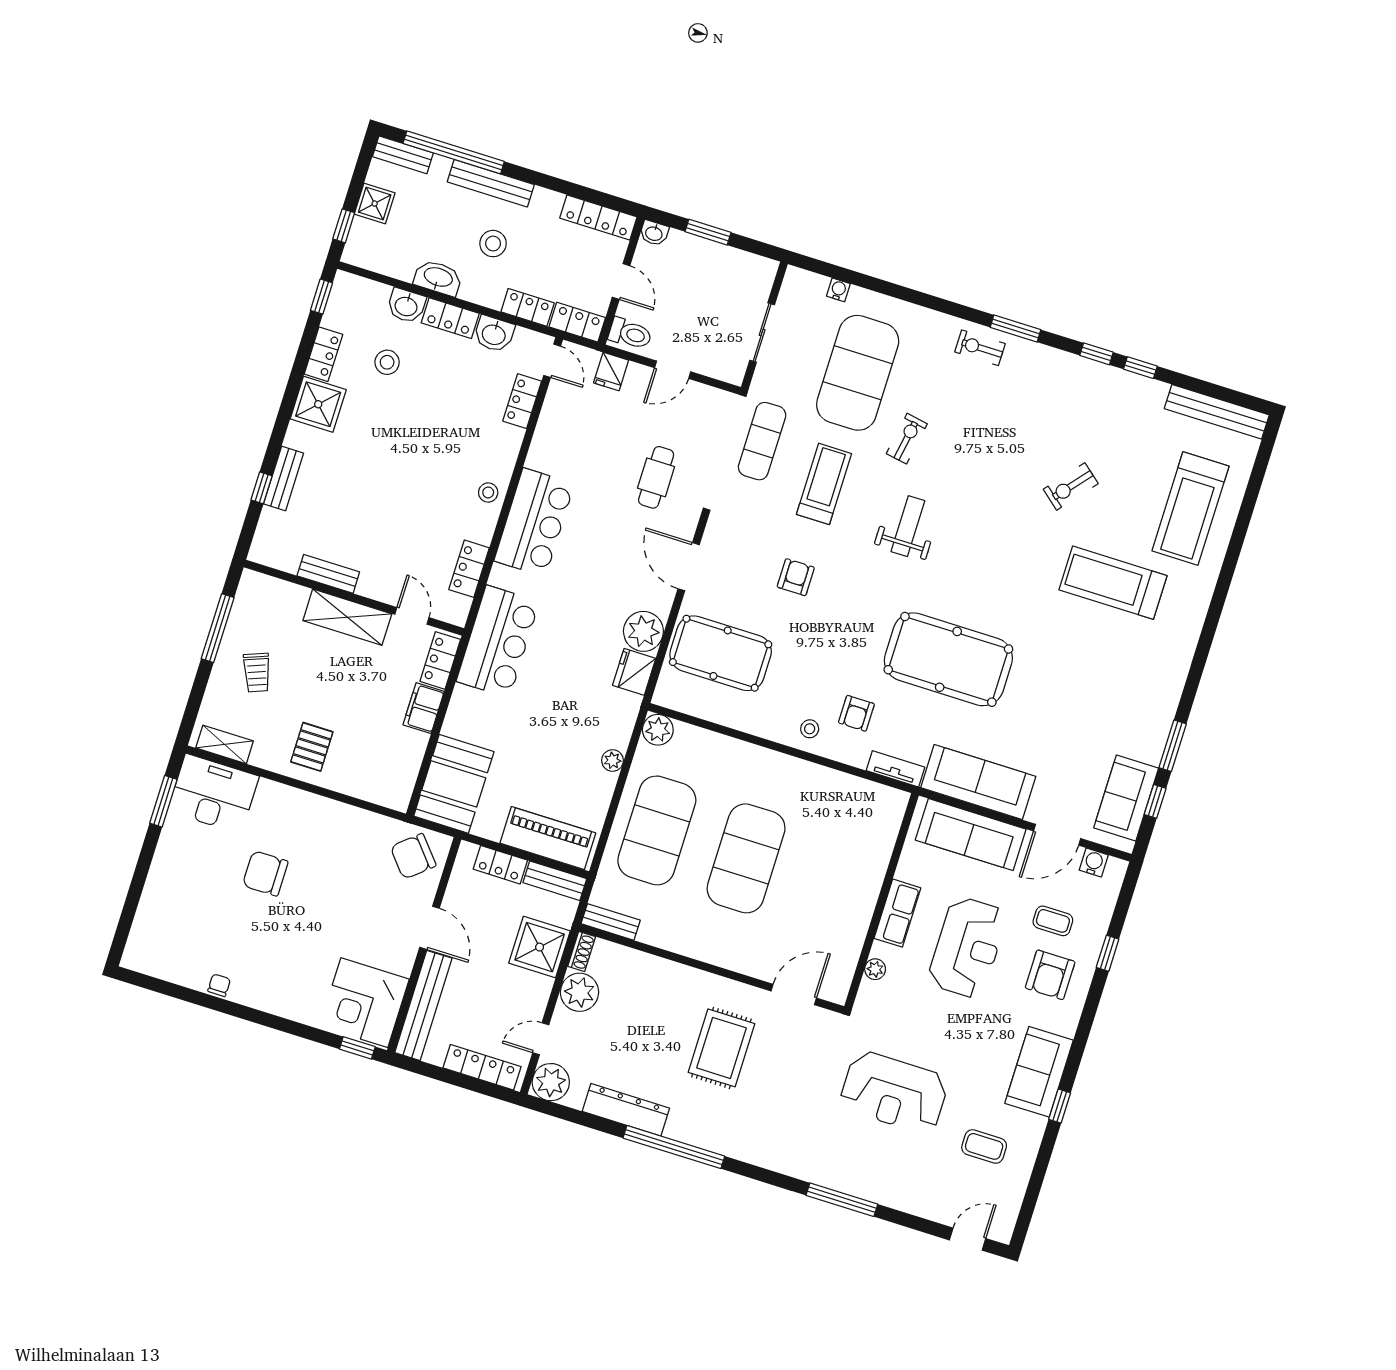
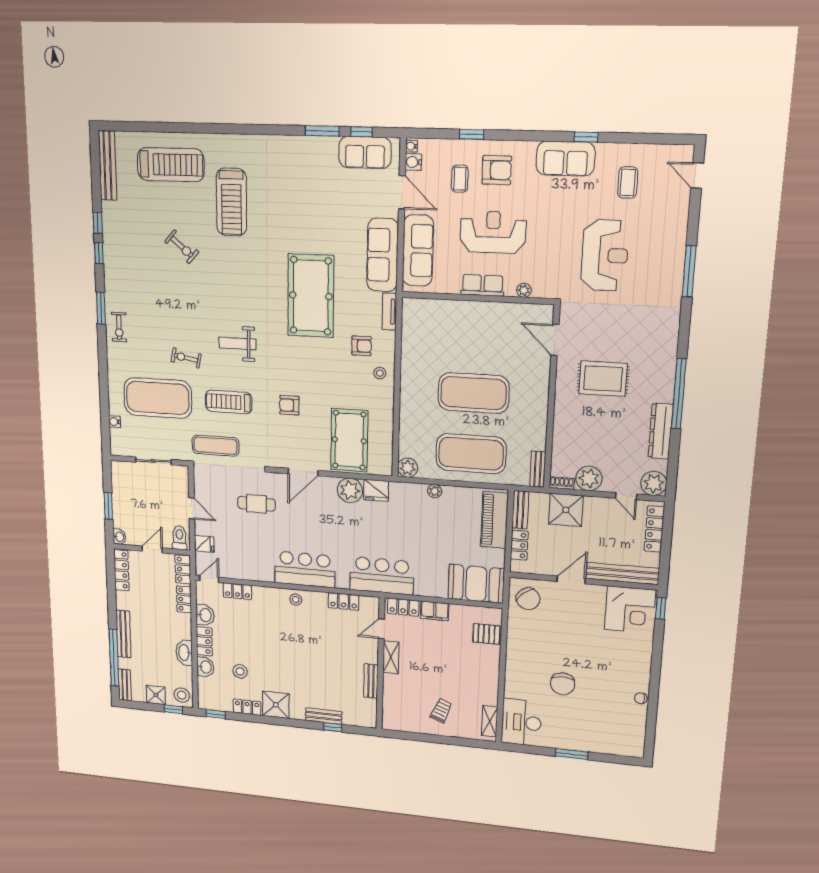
stool: (493, 244) -> (182, 695), moved
shelving: (347, 617) -> (391, 657), width x0.67, depth x0.75
window: (218, 628) -> (421, 737), removed
trolley: (257, 673) -> (441, 711), turned -48
pallet: (312, 747) -> (486, 634), moved
window: (163, 801) -> (572, 754), moved
water cooler: (1116, 866) -> (411, 146), added

